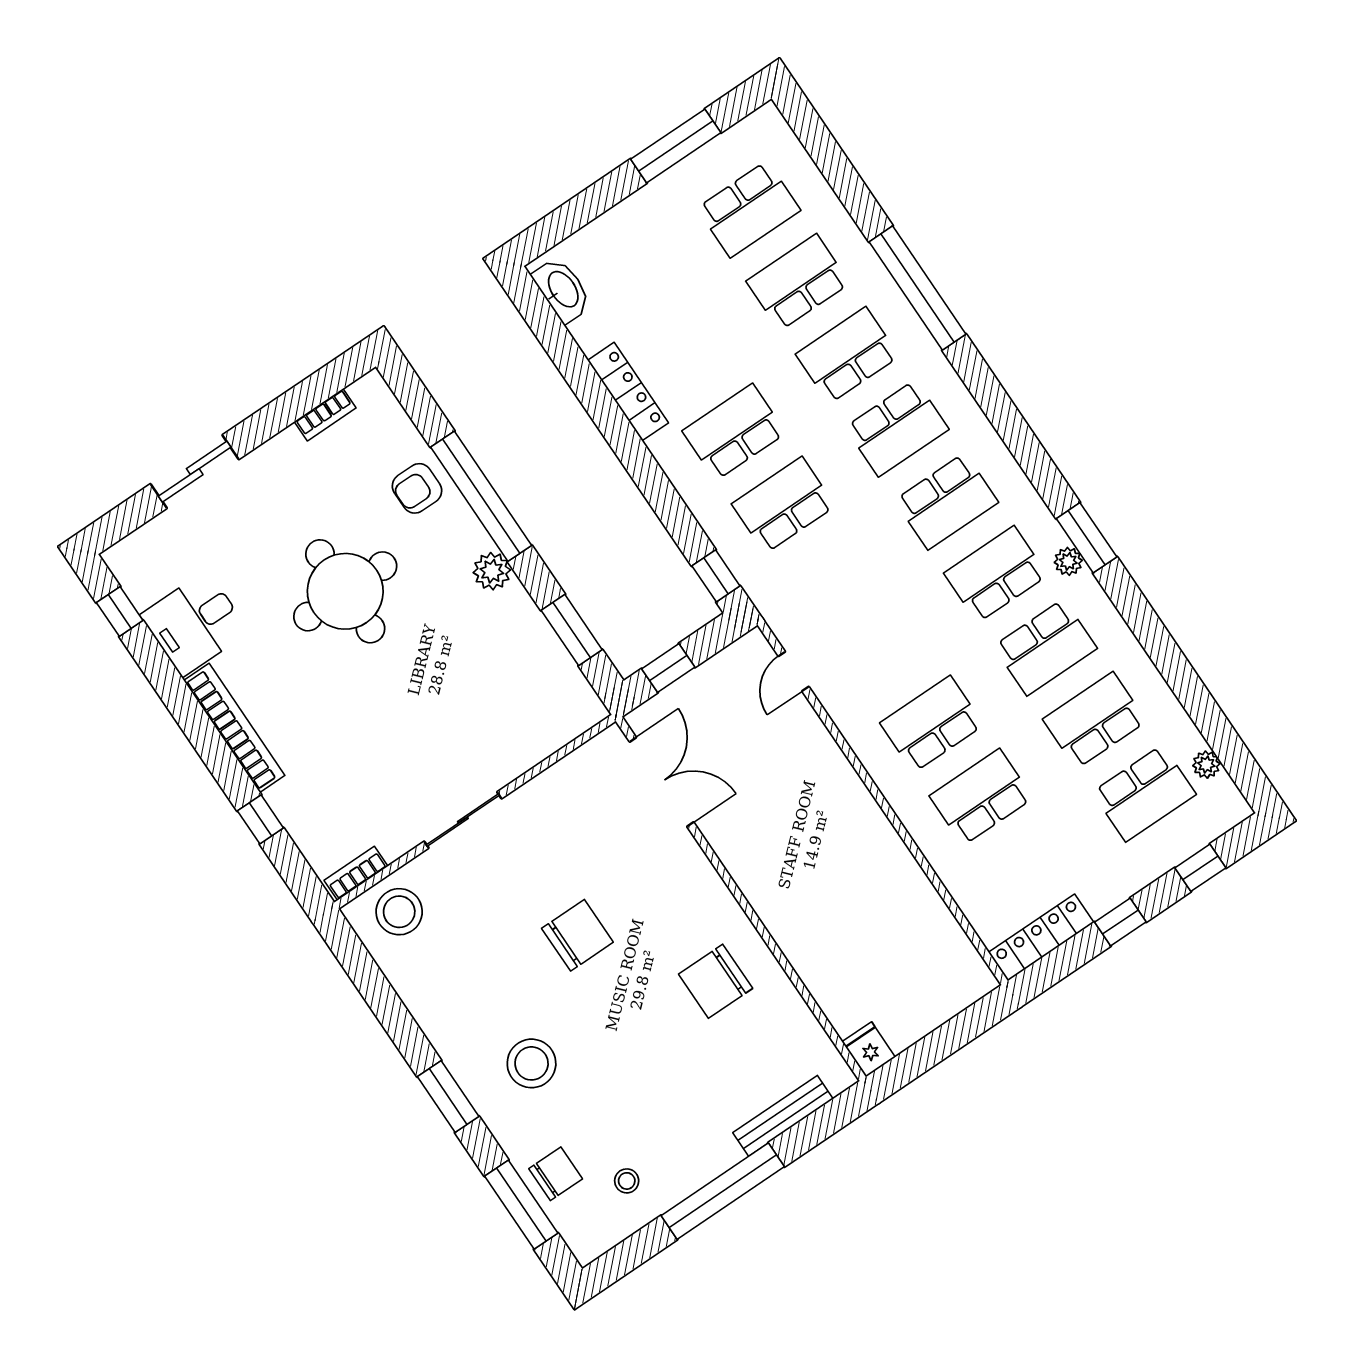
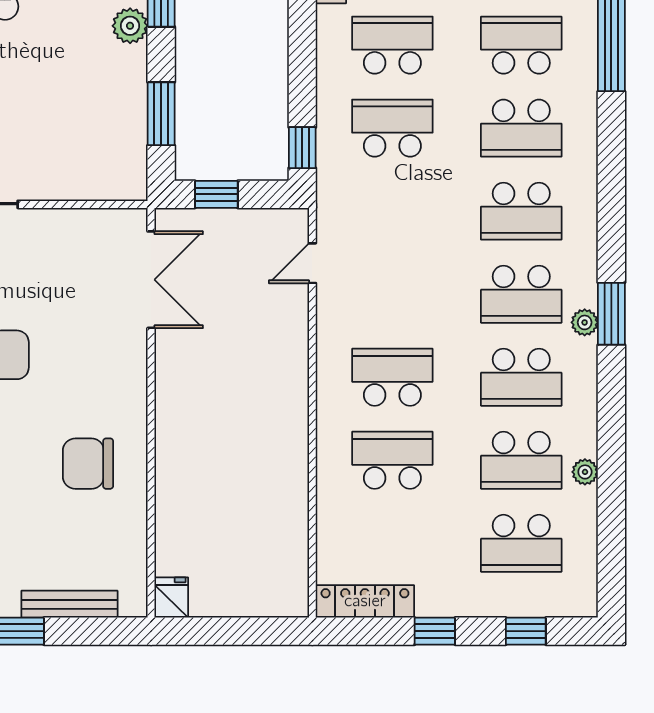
school desk: (996, 574) -> (521, 294), turned 180
school desk: (1095, 720) -> (521, 460), turned 180
plant: (1206, 765) -> (585, 472), moved

